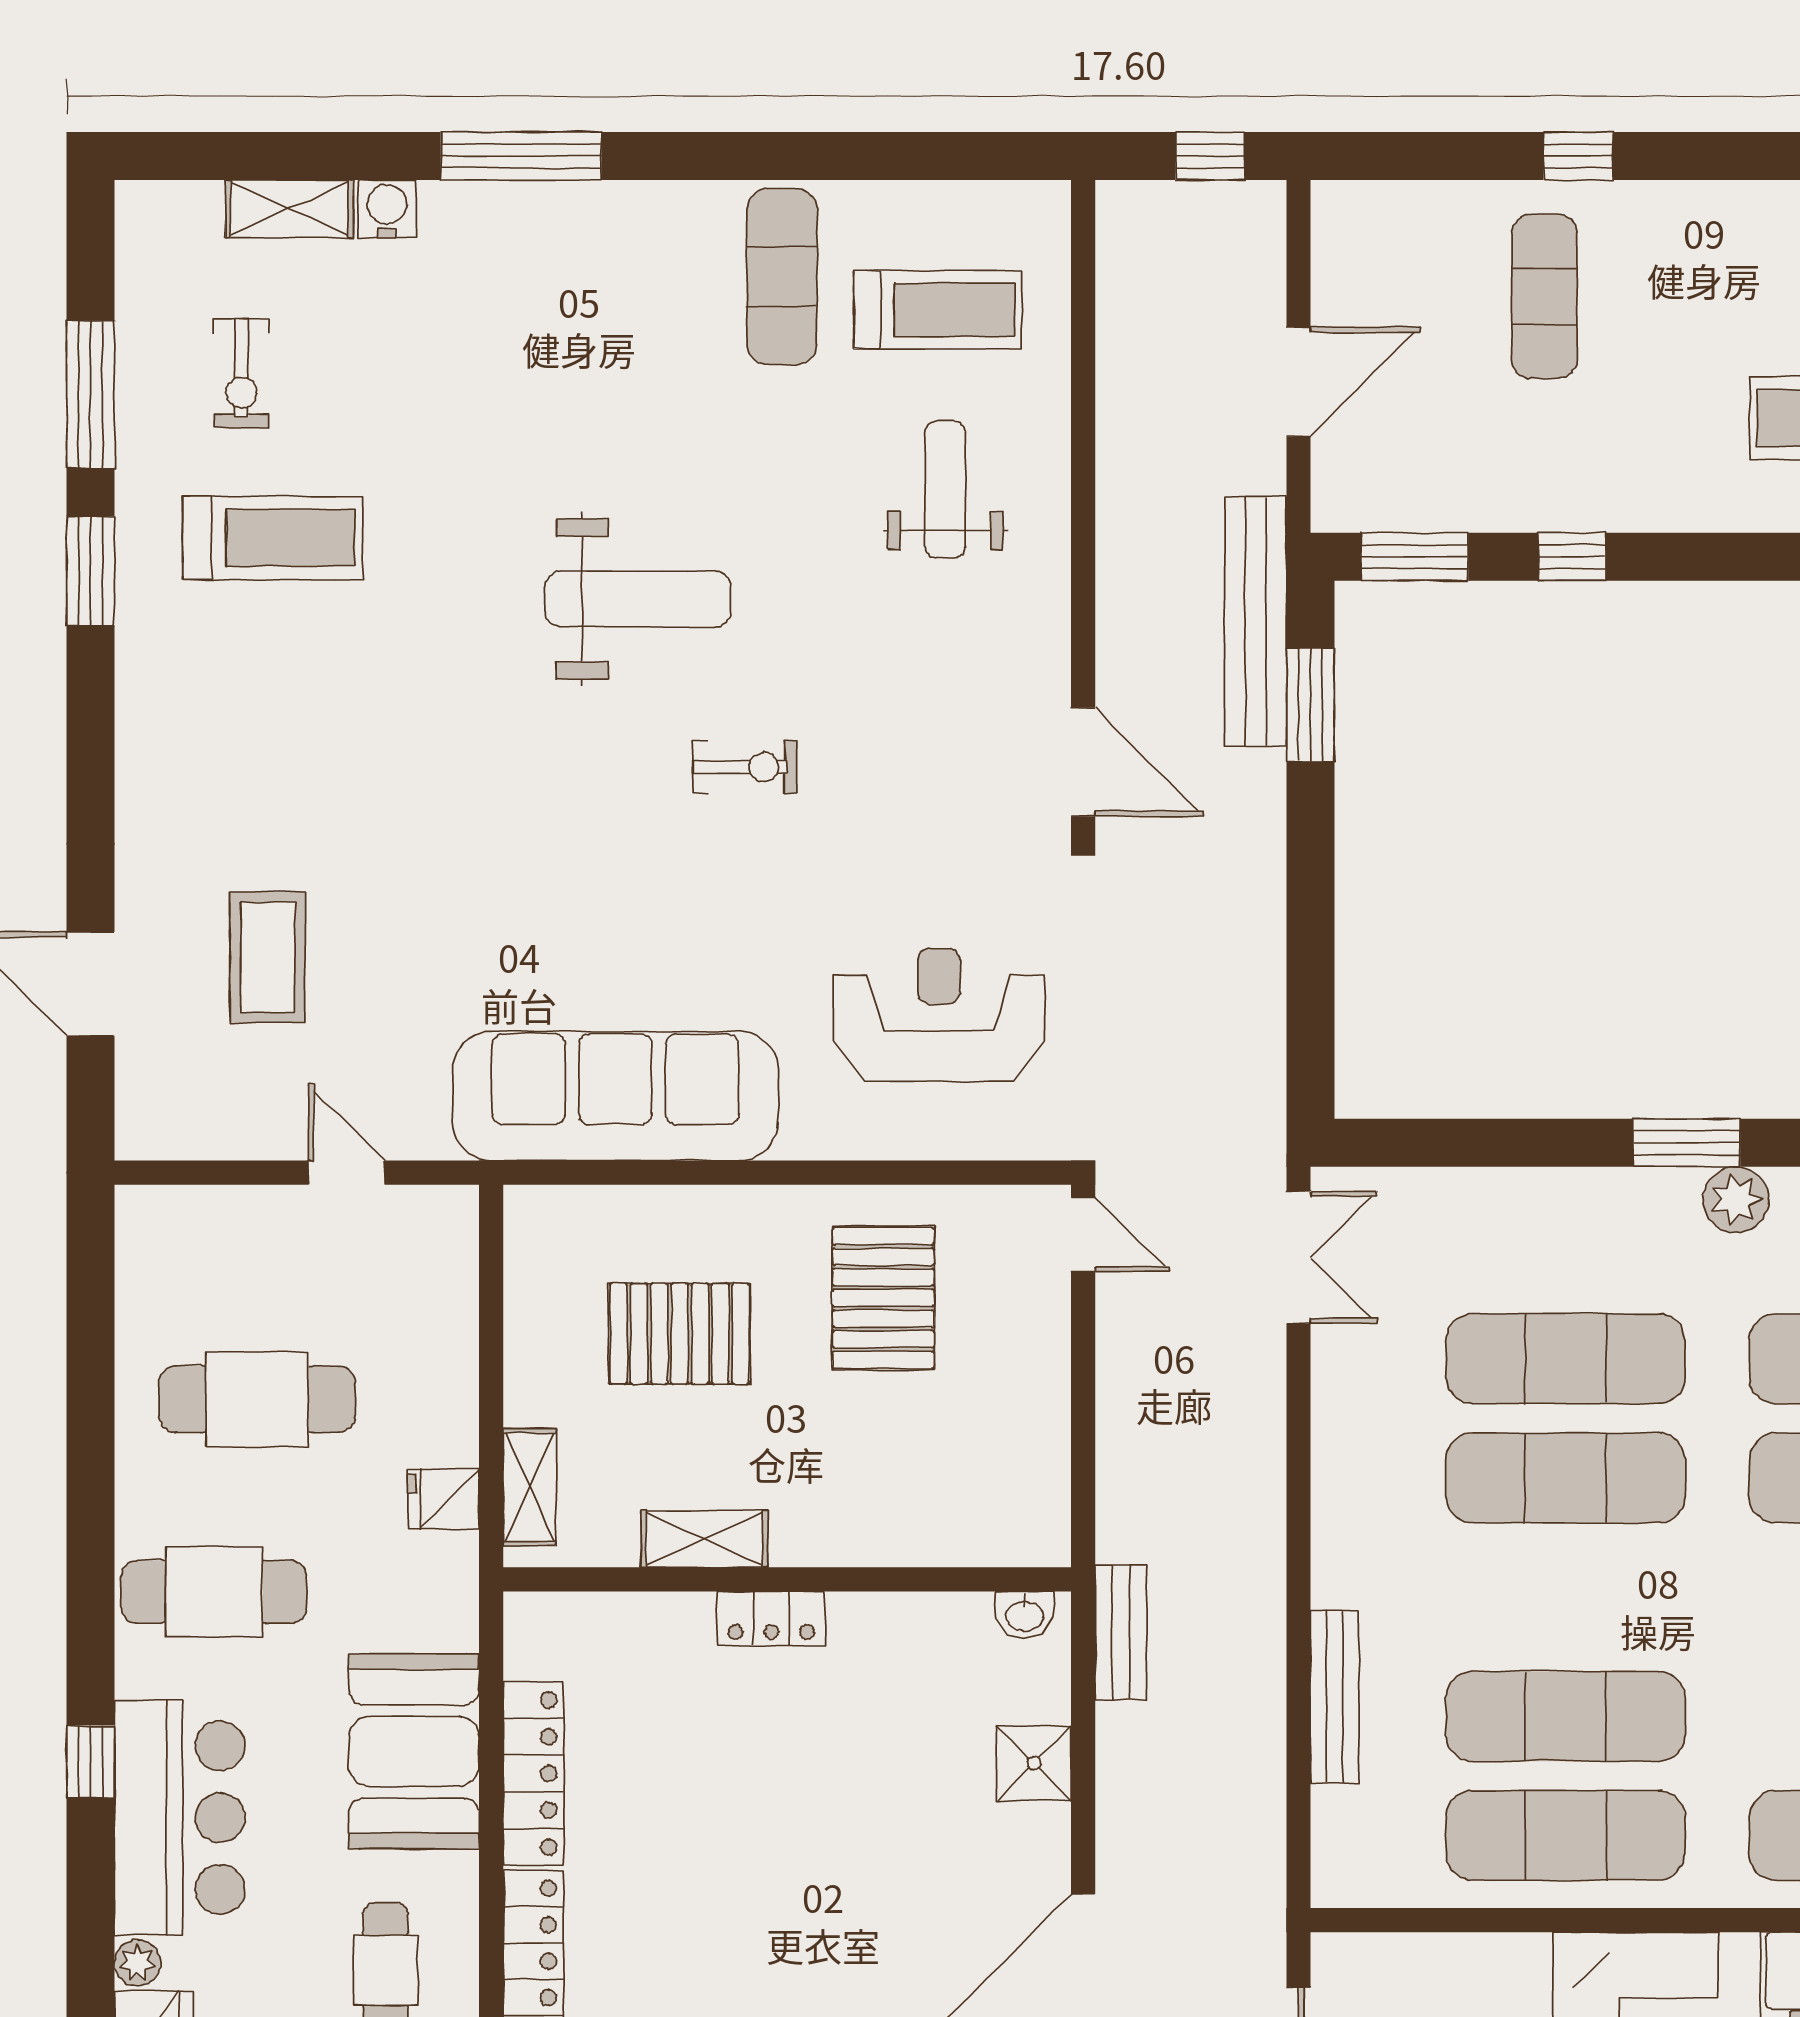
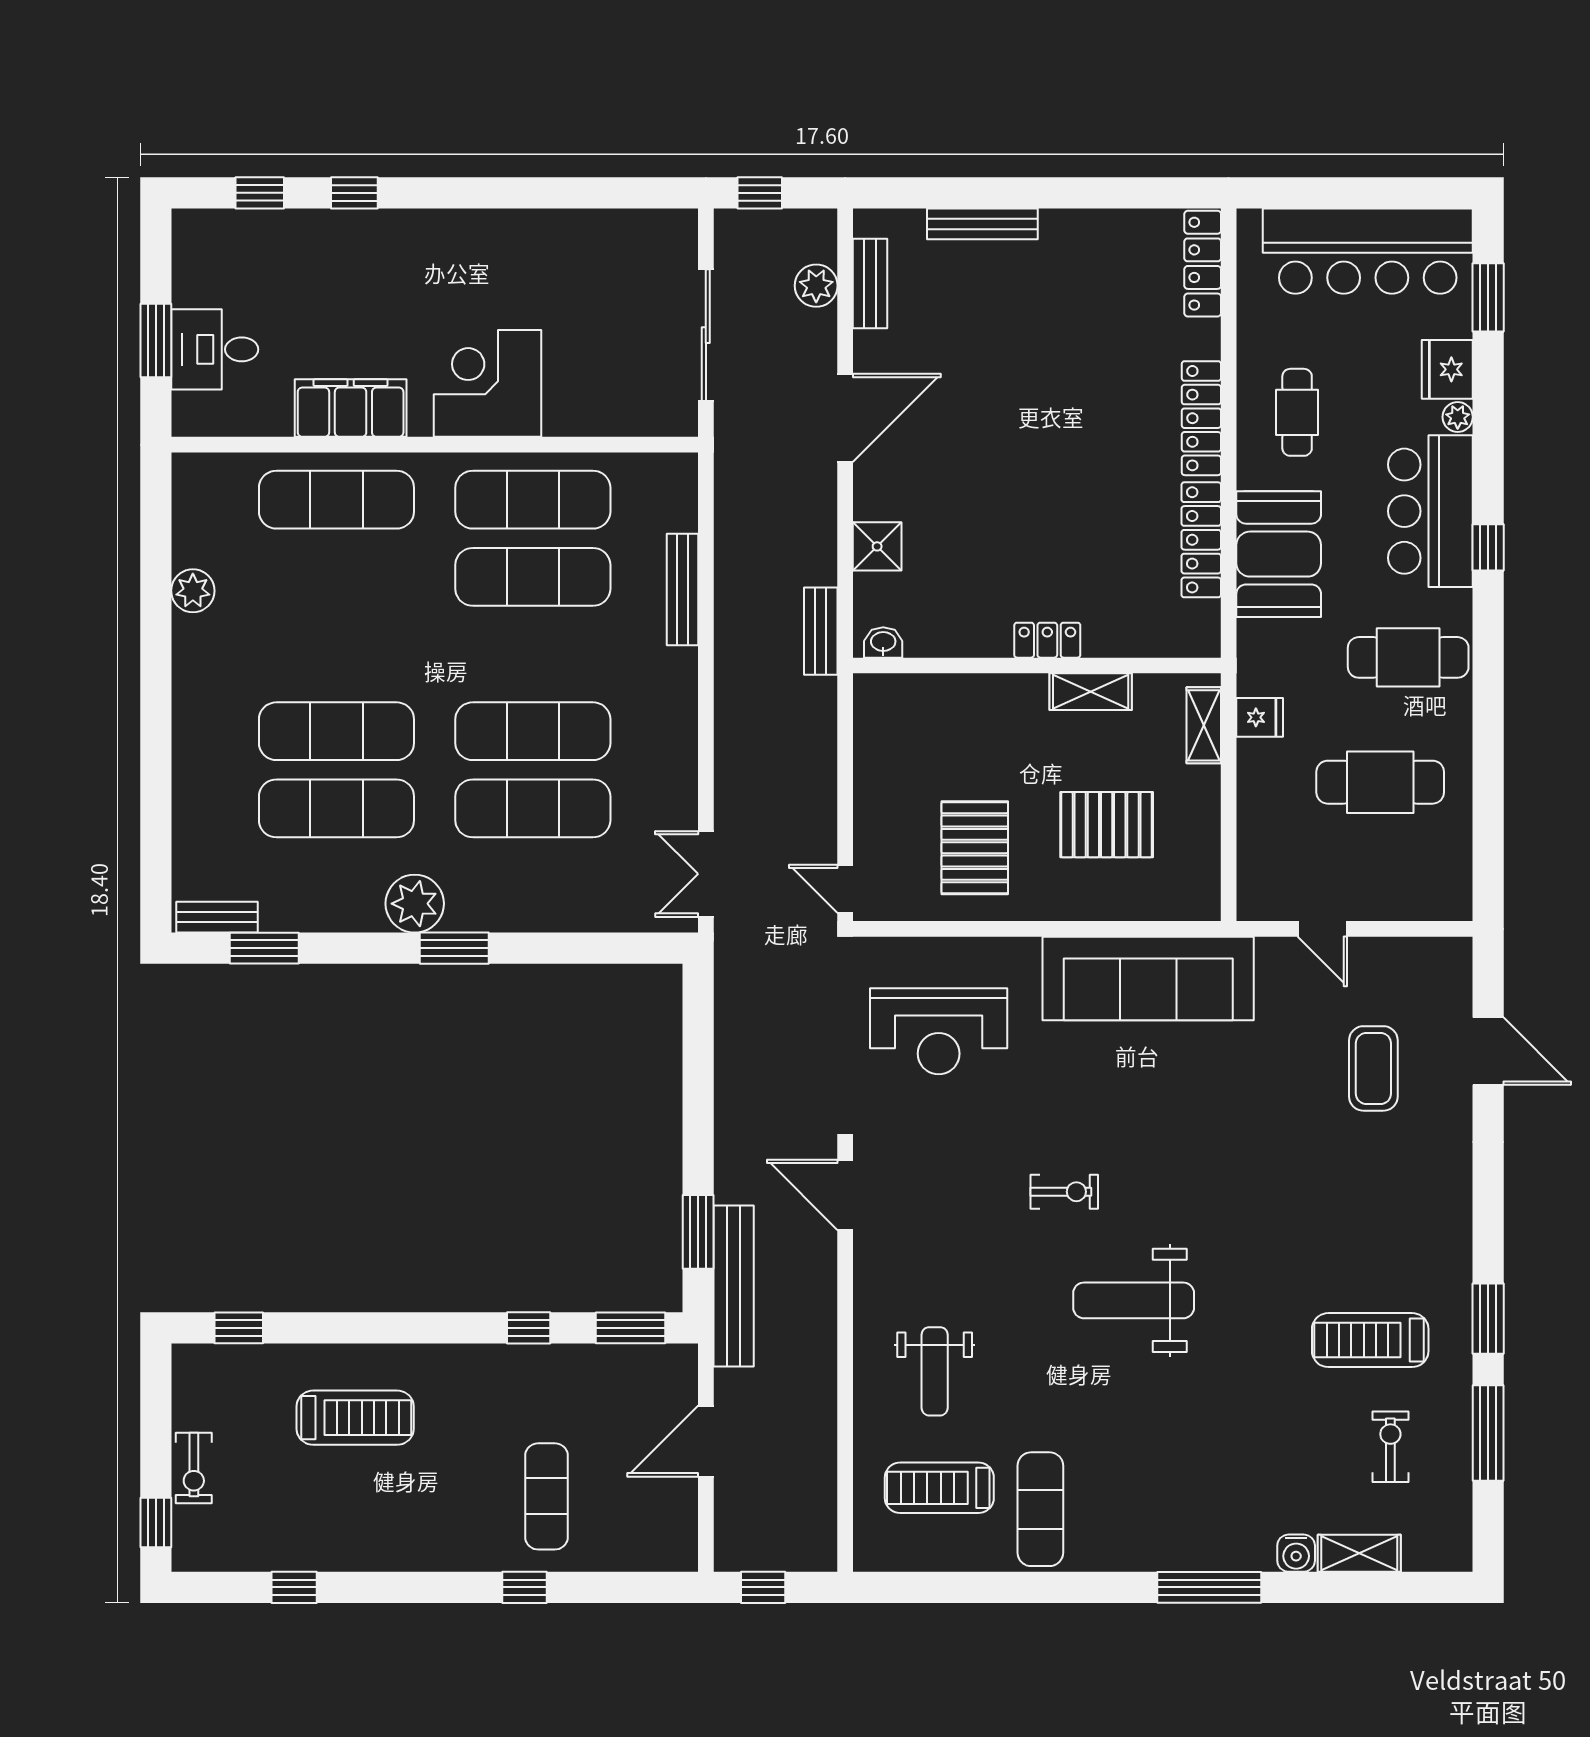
exercise bike: (745, 767) -> (1064, 1192), turned 180
plant: (1736, 1200) -> (415, 904), width x1.36, depth x1.36

